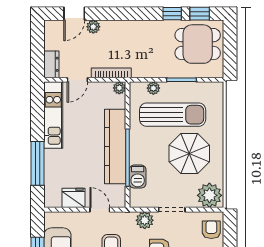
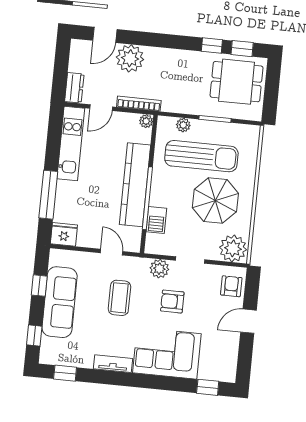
plant: (93, 27) -> (130, 58), width x1.88, depth x1.88
fridge: (74, 198) -> (64, 234), moved

